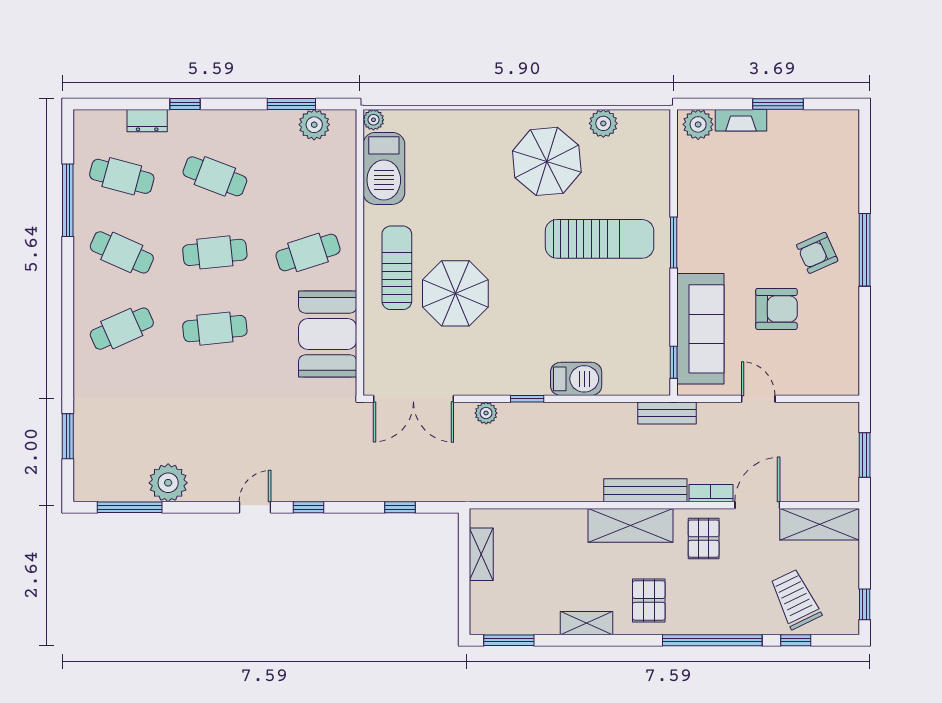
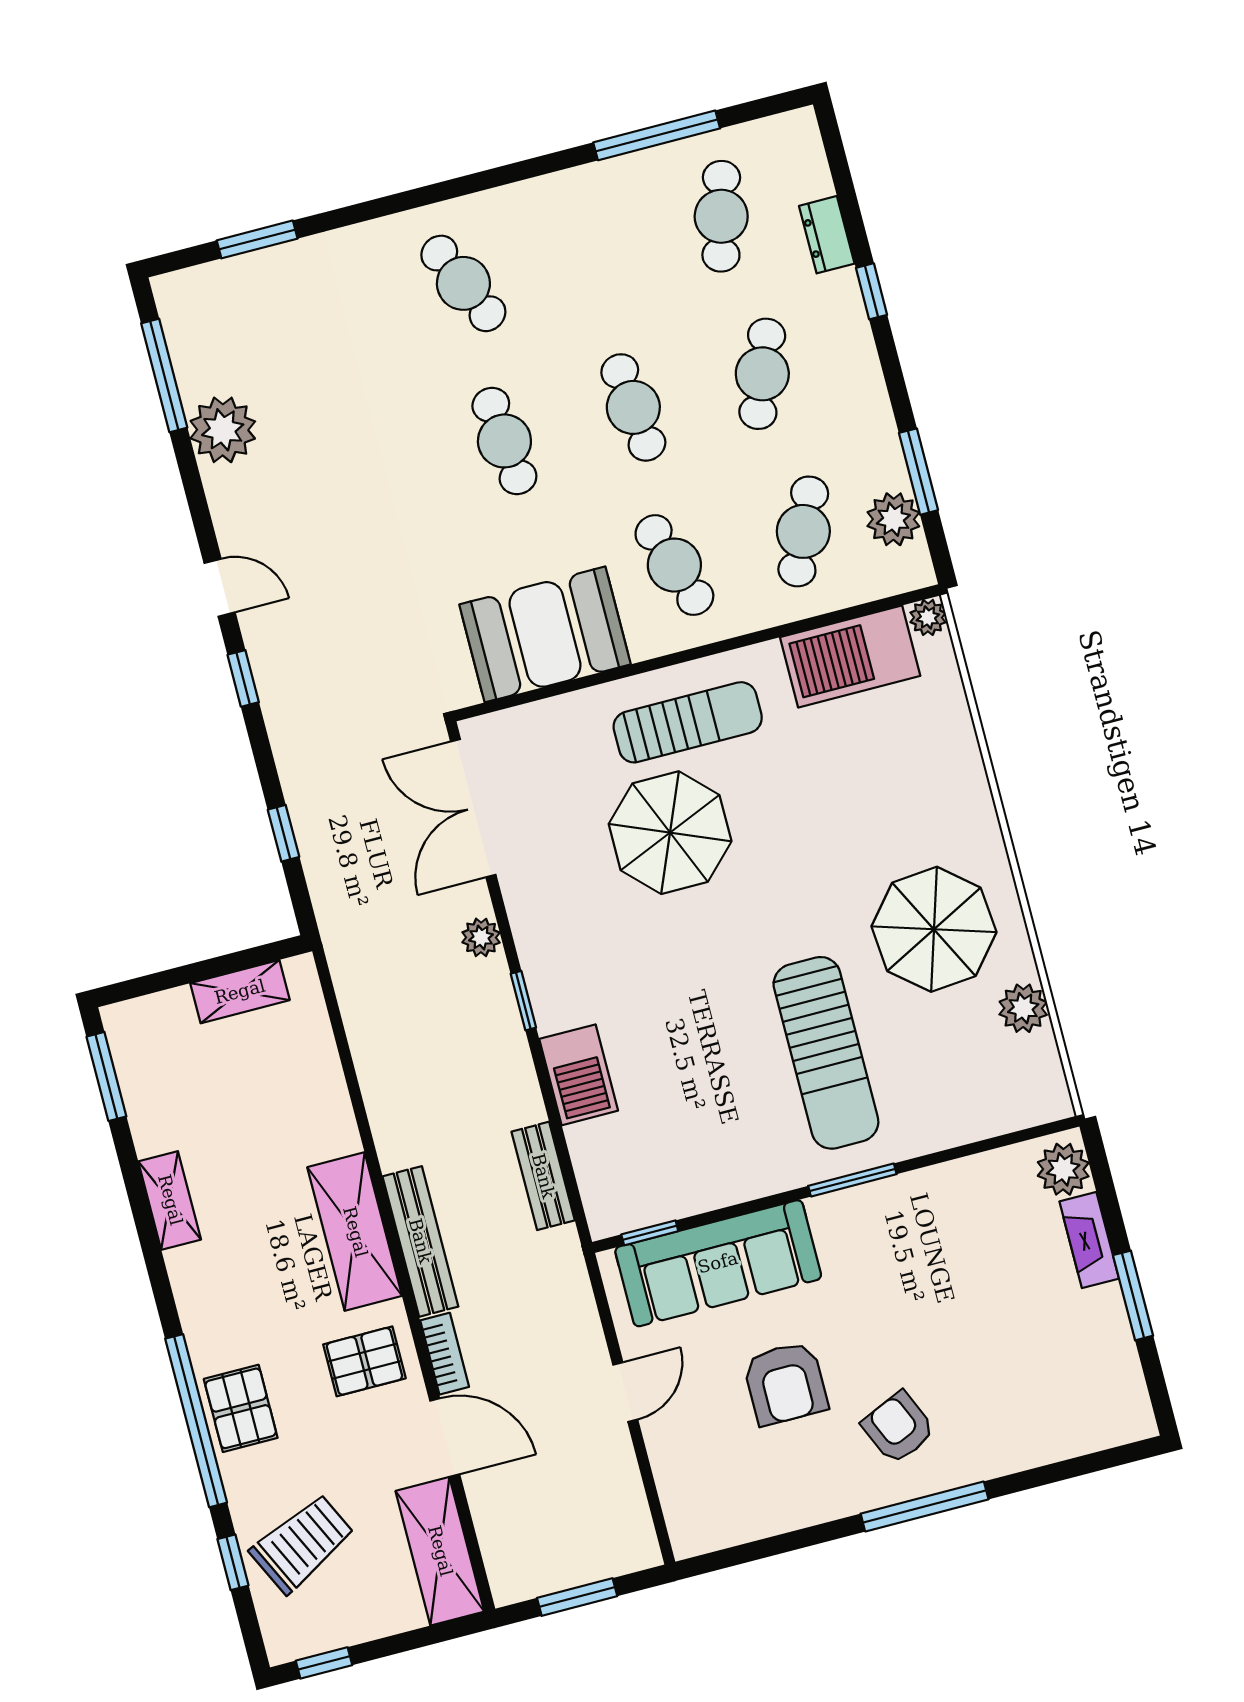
cafe table: (122, 252) -> (803, 531), moved
bench: (667, 413) -> (543, 1176), moved
pallet: (649, 600) -> (241, 1408), moved, turned 90

